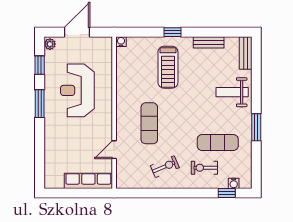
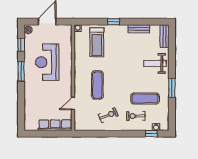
treadmill: (168, 67) -> (97, 42), moved

